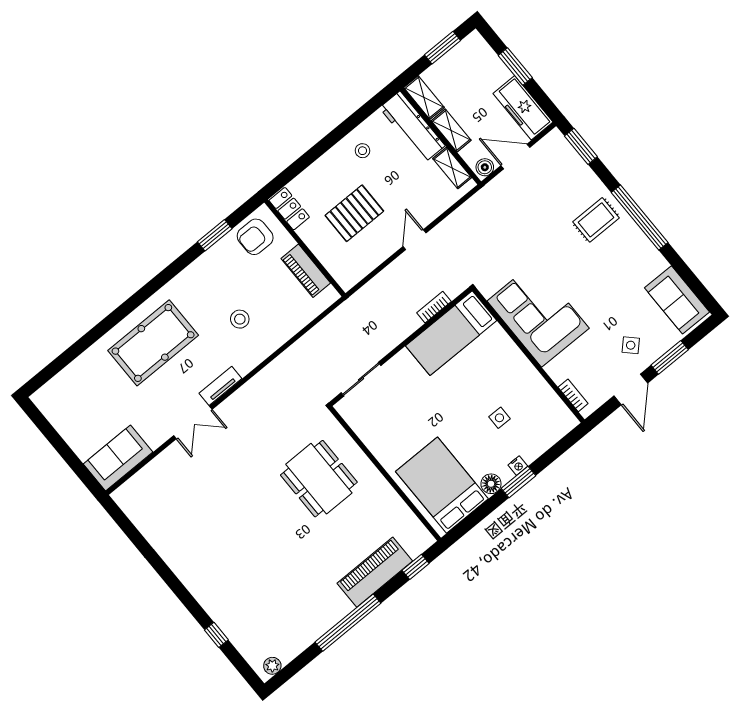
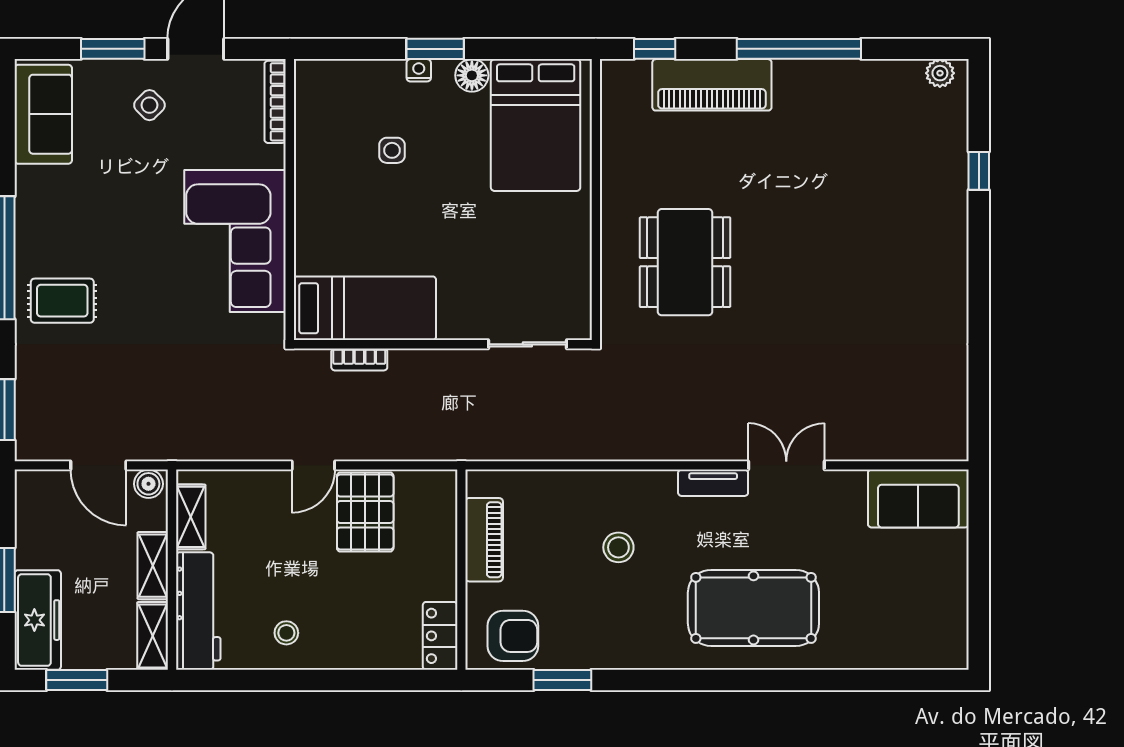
freezer: (523, 108) -> (38, 620), moved
pallet: (354, 213) -> (365, 512), moved, turned 90
bookcase: (573, 395) -> (275, 102), width x1.56

